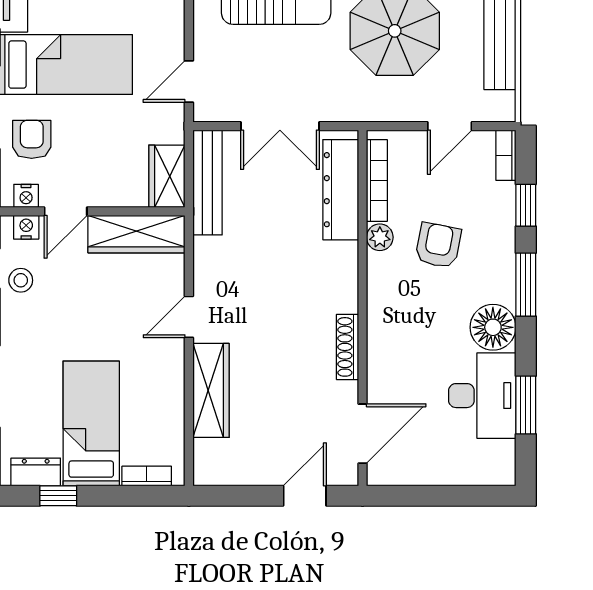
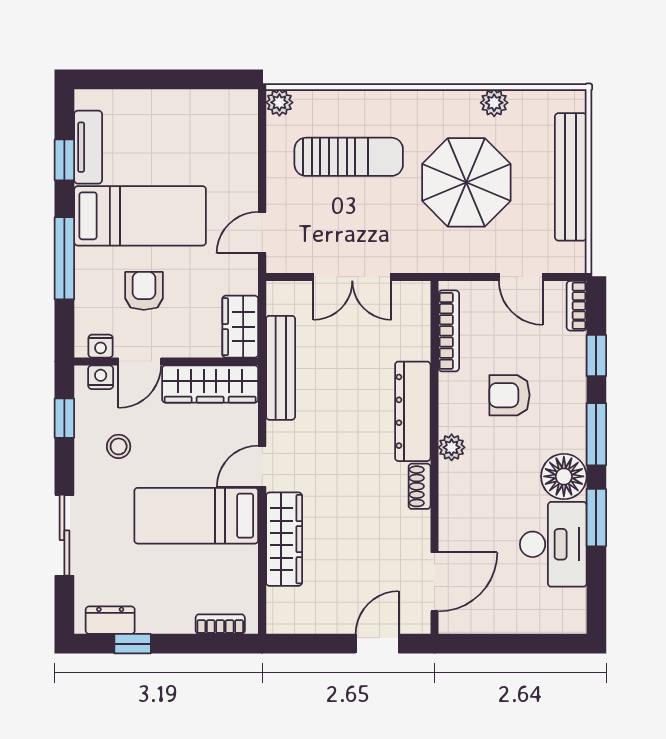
door: (450, 126) -> (521, 277), hinge flipped
armchair: (32, 139) -> (144, 291), moved
bench: (207, 183) -> (281, 368), moved
dresser: (341, 190) -> (413, 411), moved
plant: (380, 237) -> (452, 447), moved
armchair: (438, 245) -> (509, 395), turned -101
stool: (21, 280) -> (119, 446), moved
shoe rack: (348, 347) -> (420, 486), width x0.70
window: (526, 405) -> (596, 518), moved
bed: (91, 424) -> (196, 516), moved, turned -90

